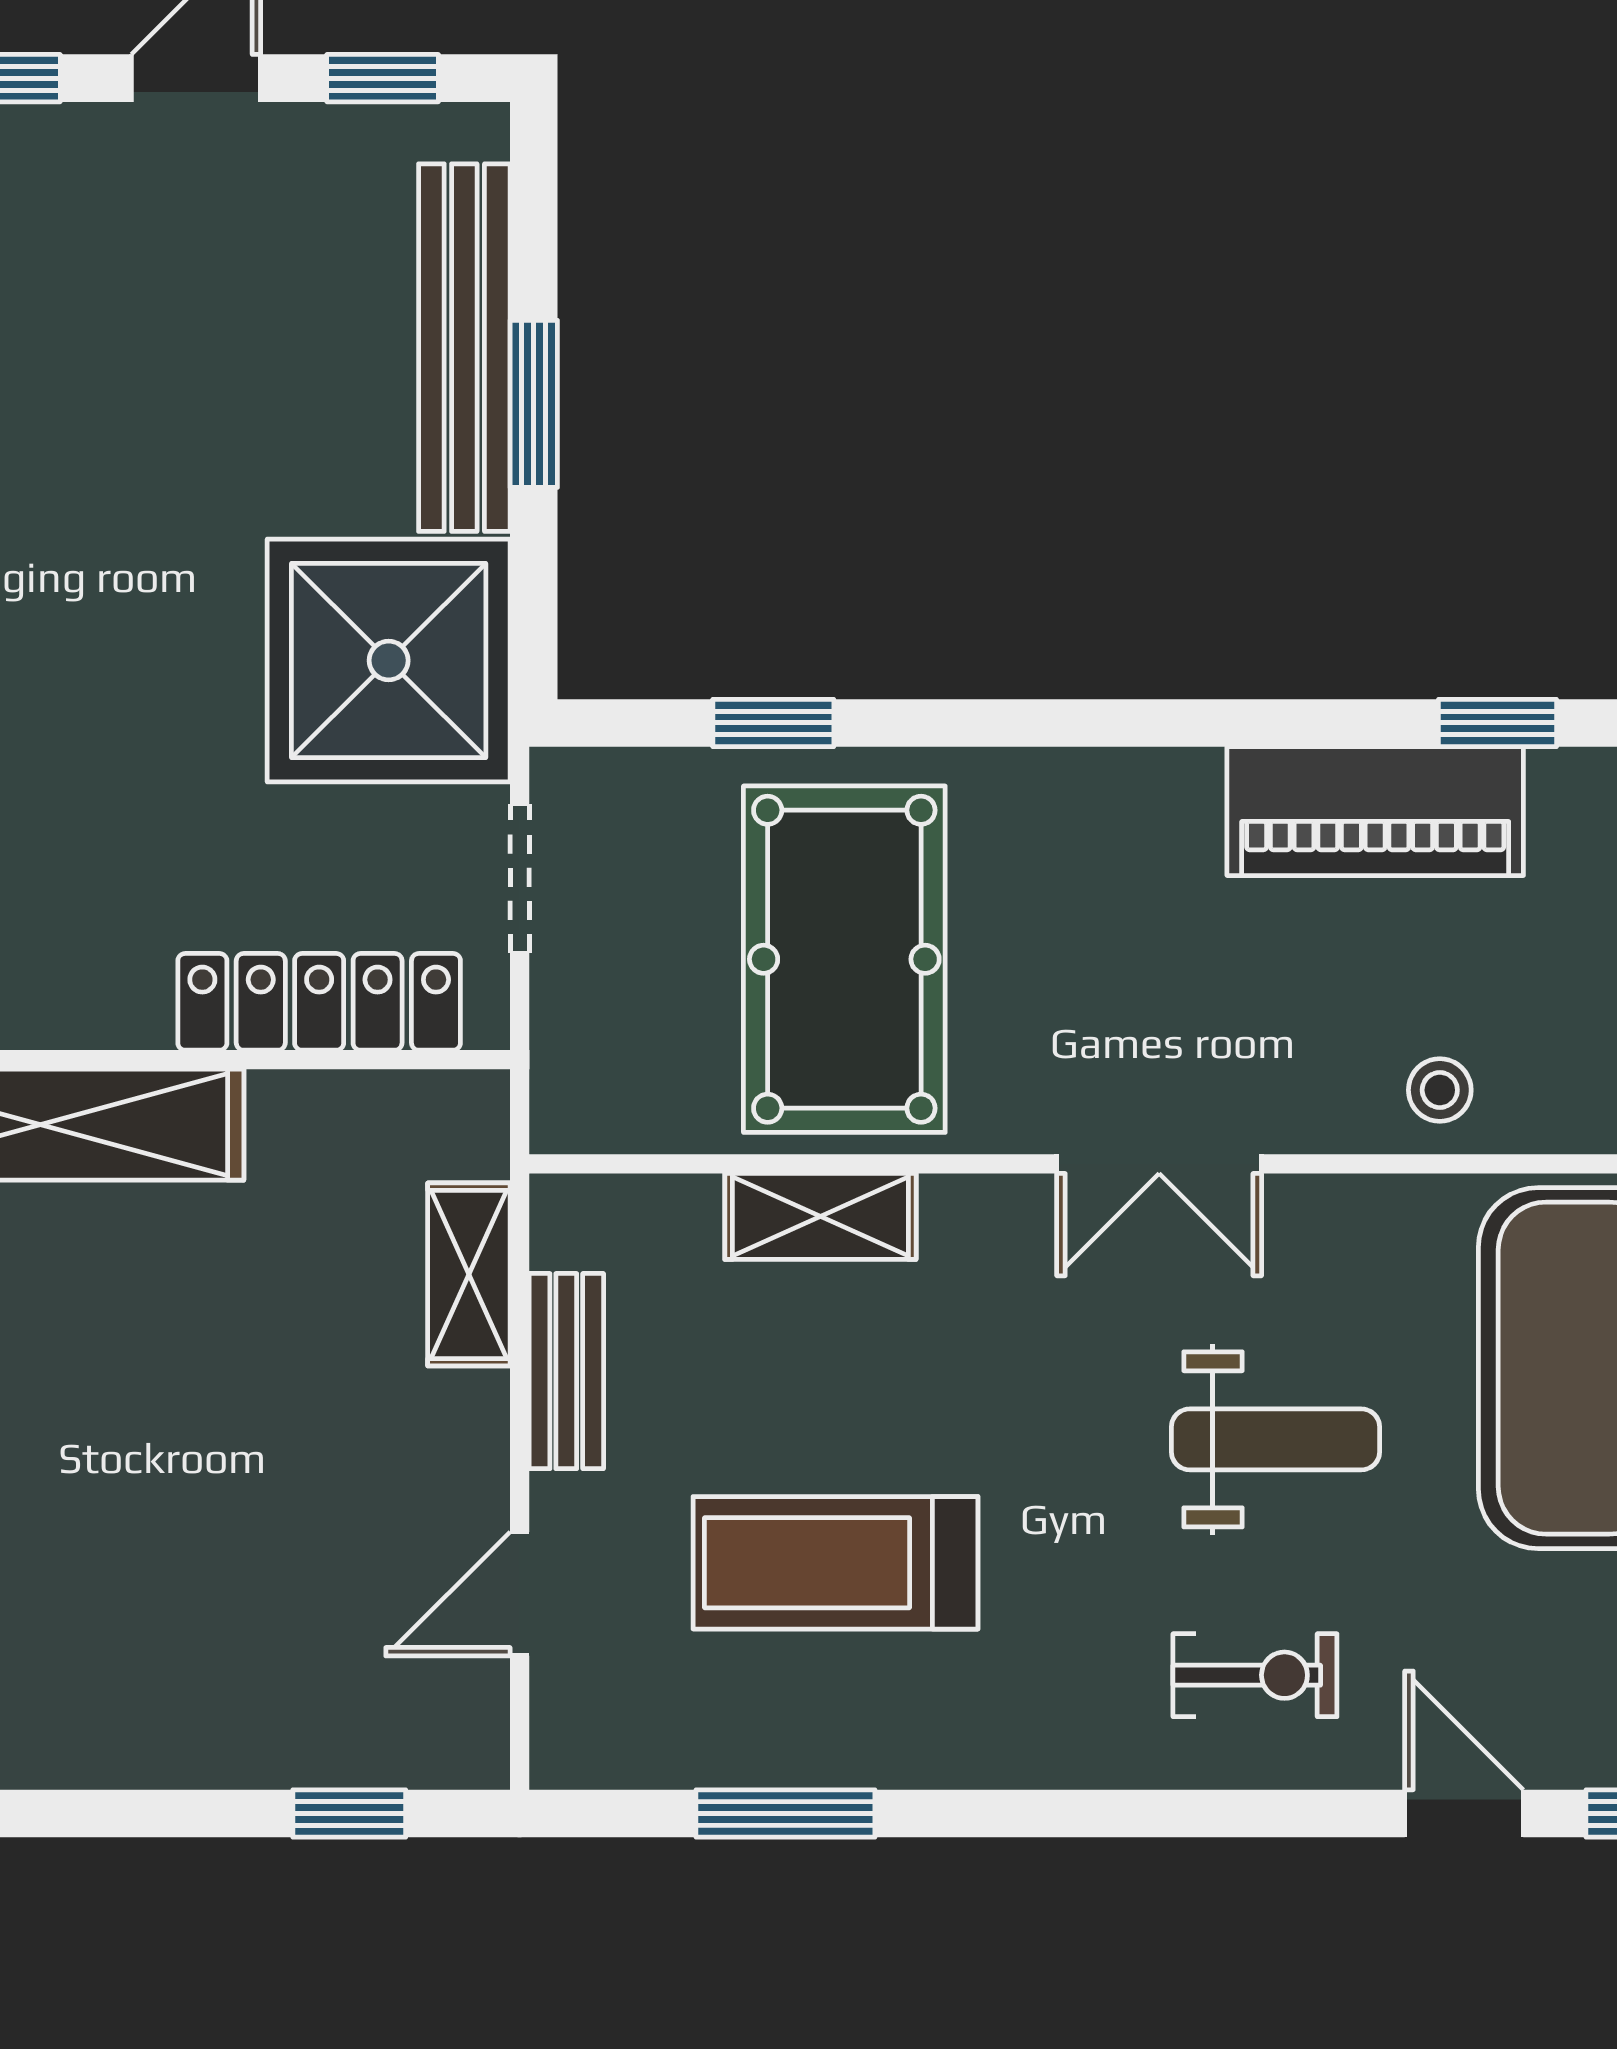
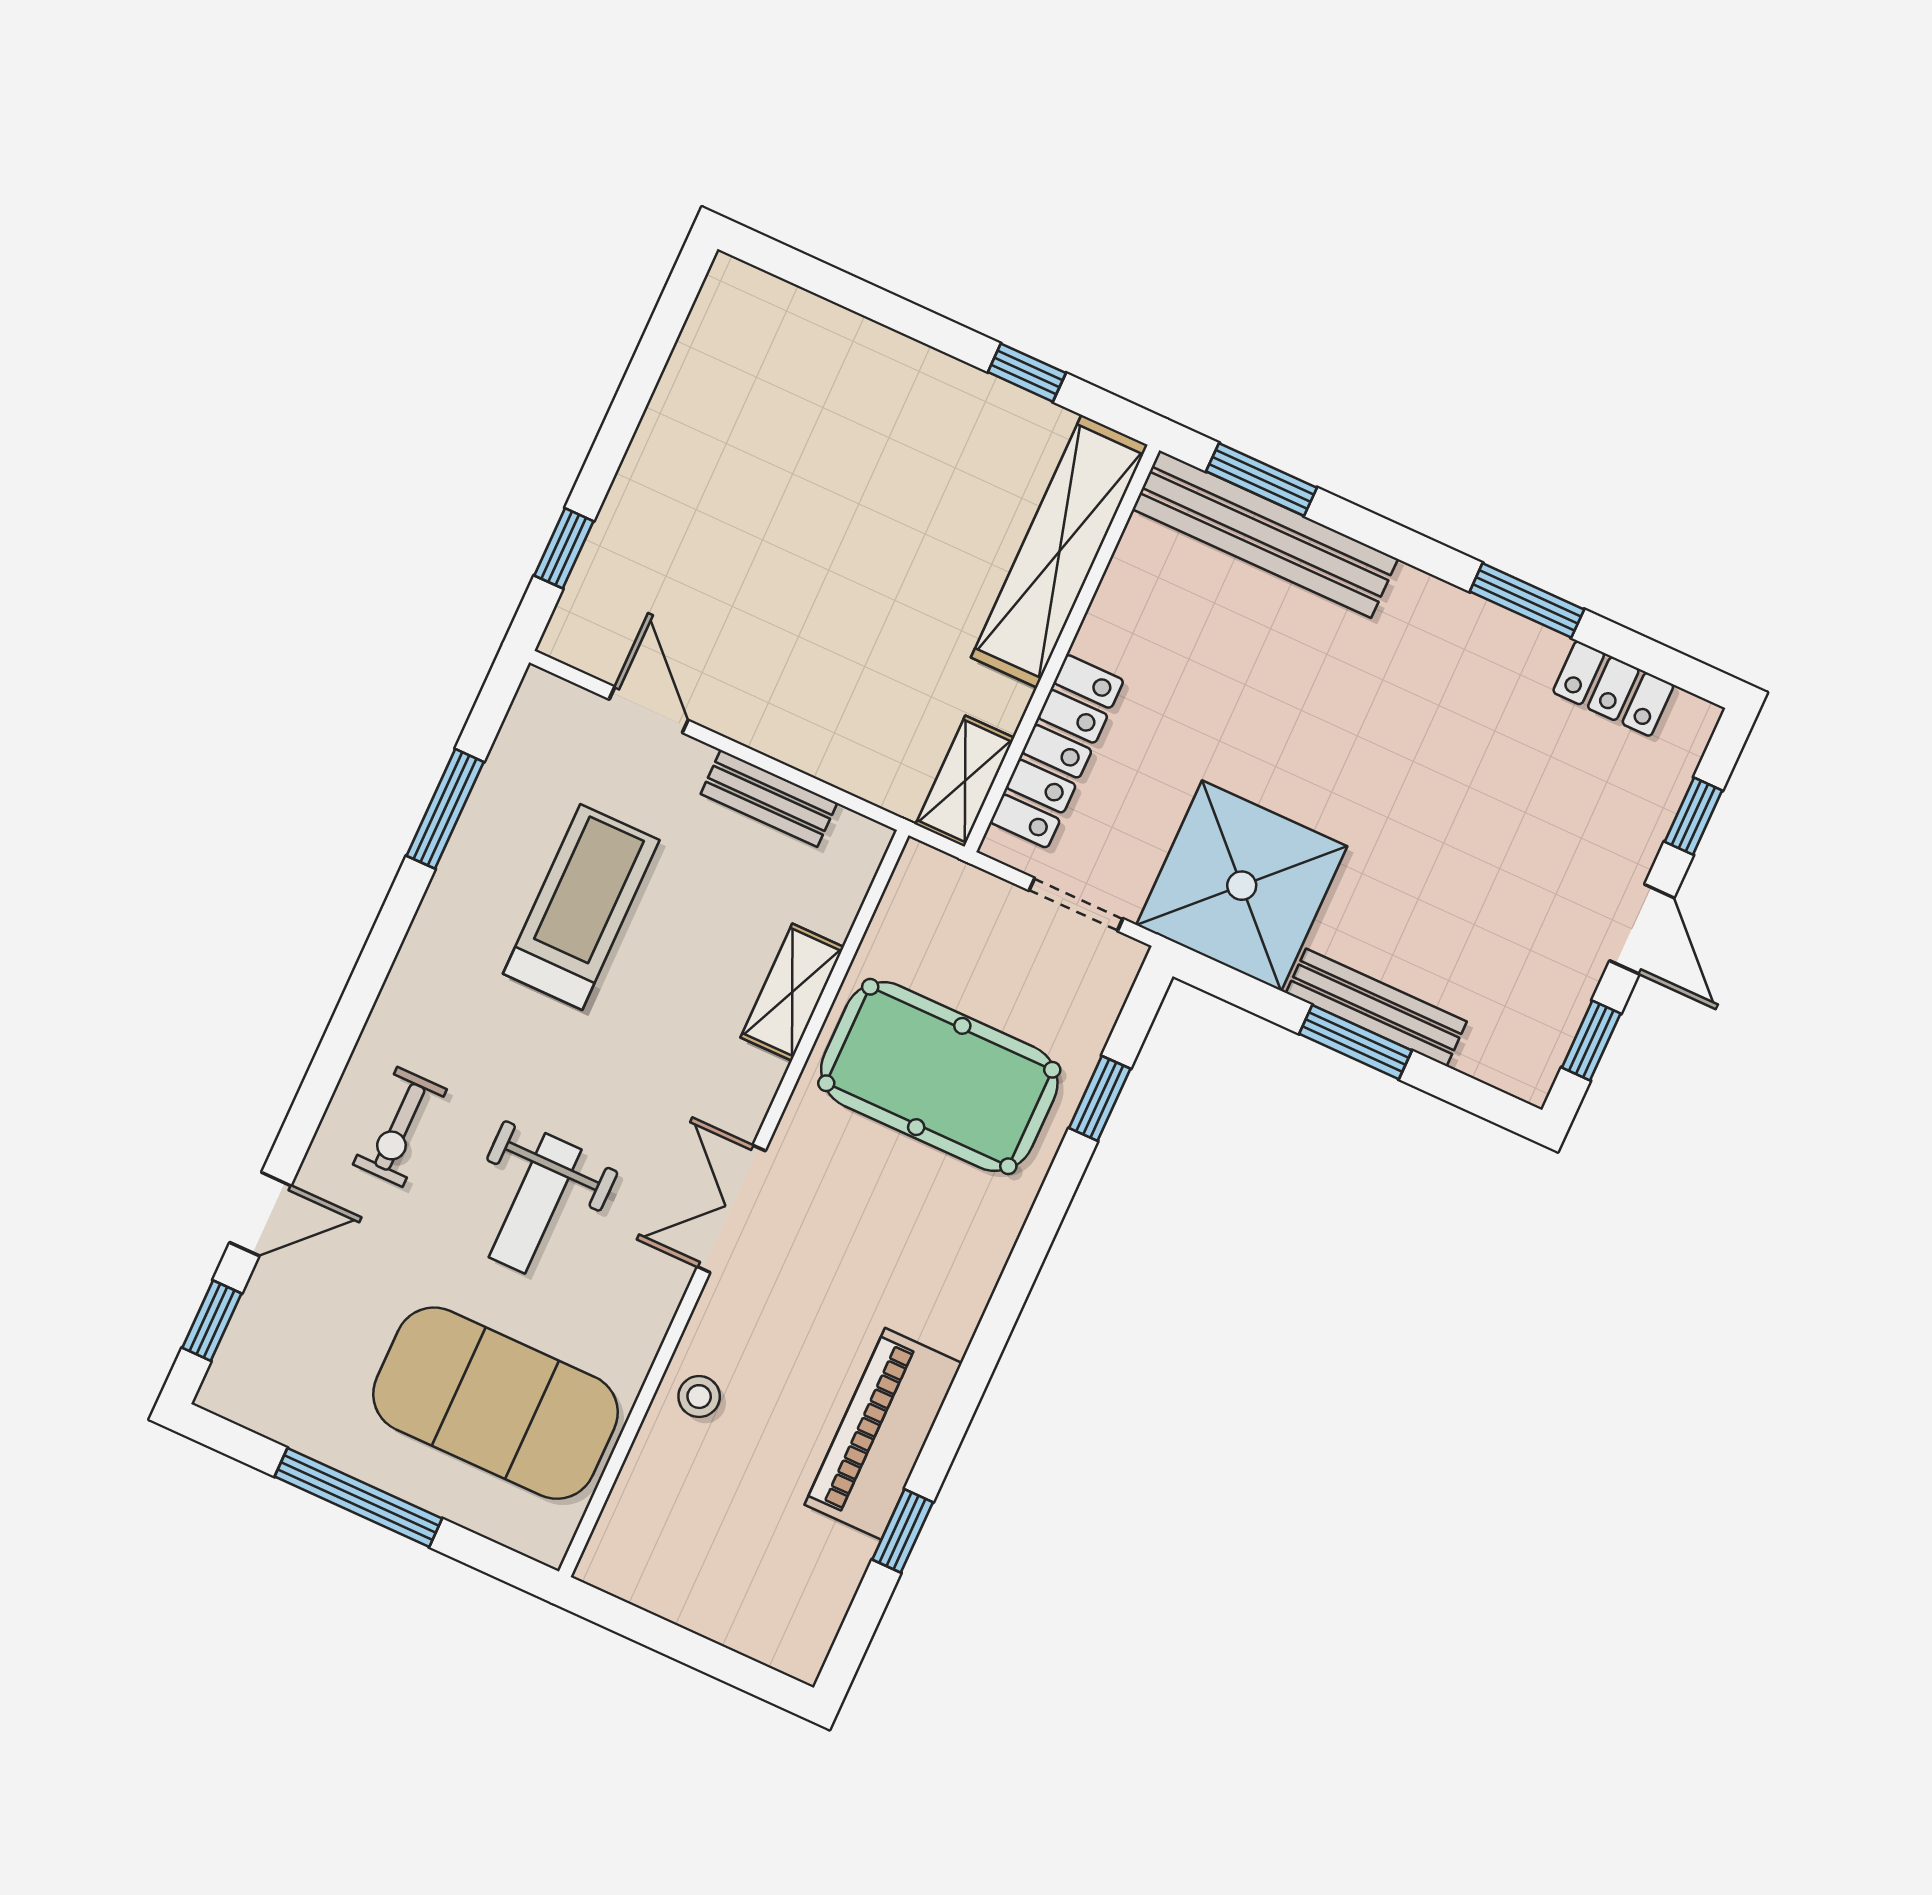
bench: (464, 348) -> (1376, 1007), width x0.73, depth x0.82
shelving: (469, 1274) -> (965, 781), moved, turned 90

